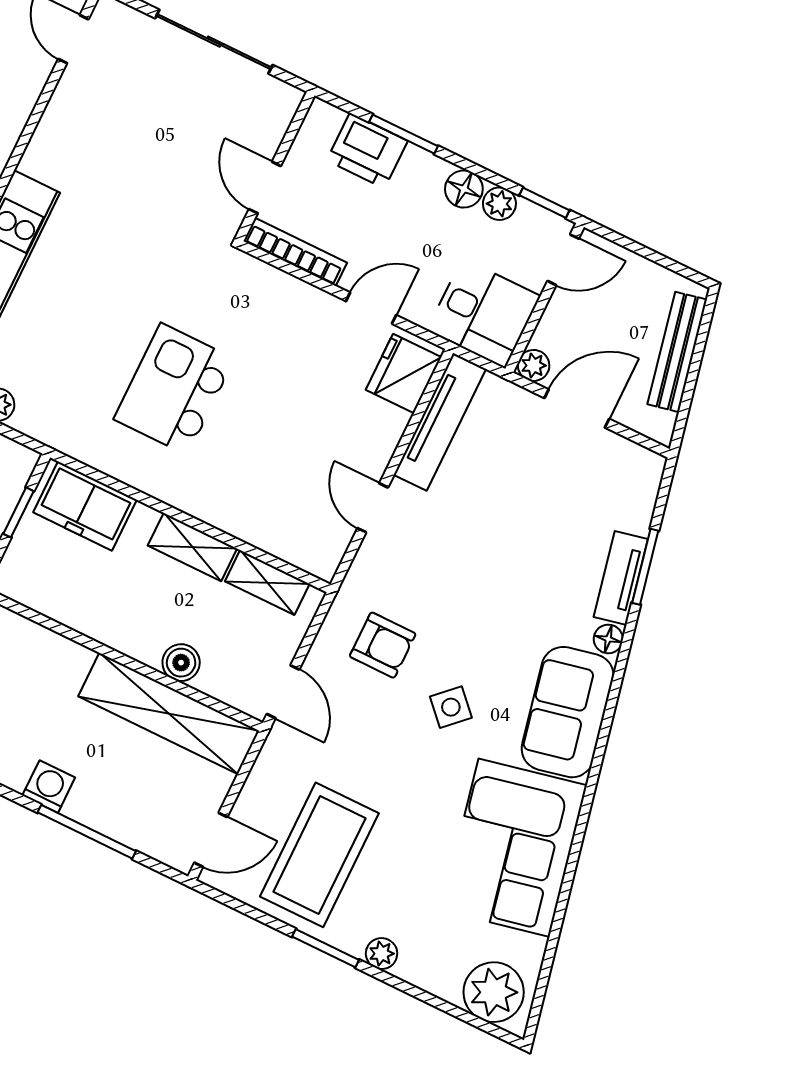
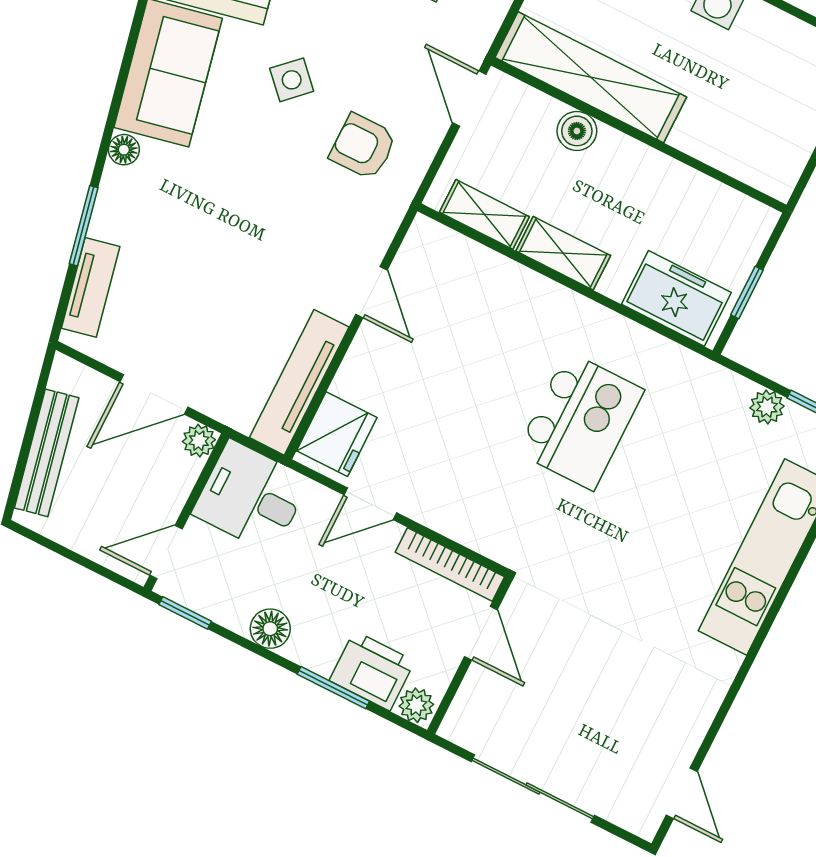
plant: (499, 204) -> (416, 705), moved
tv unit: (621, 578) -> (91, 287), moved

